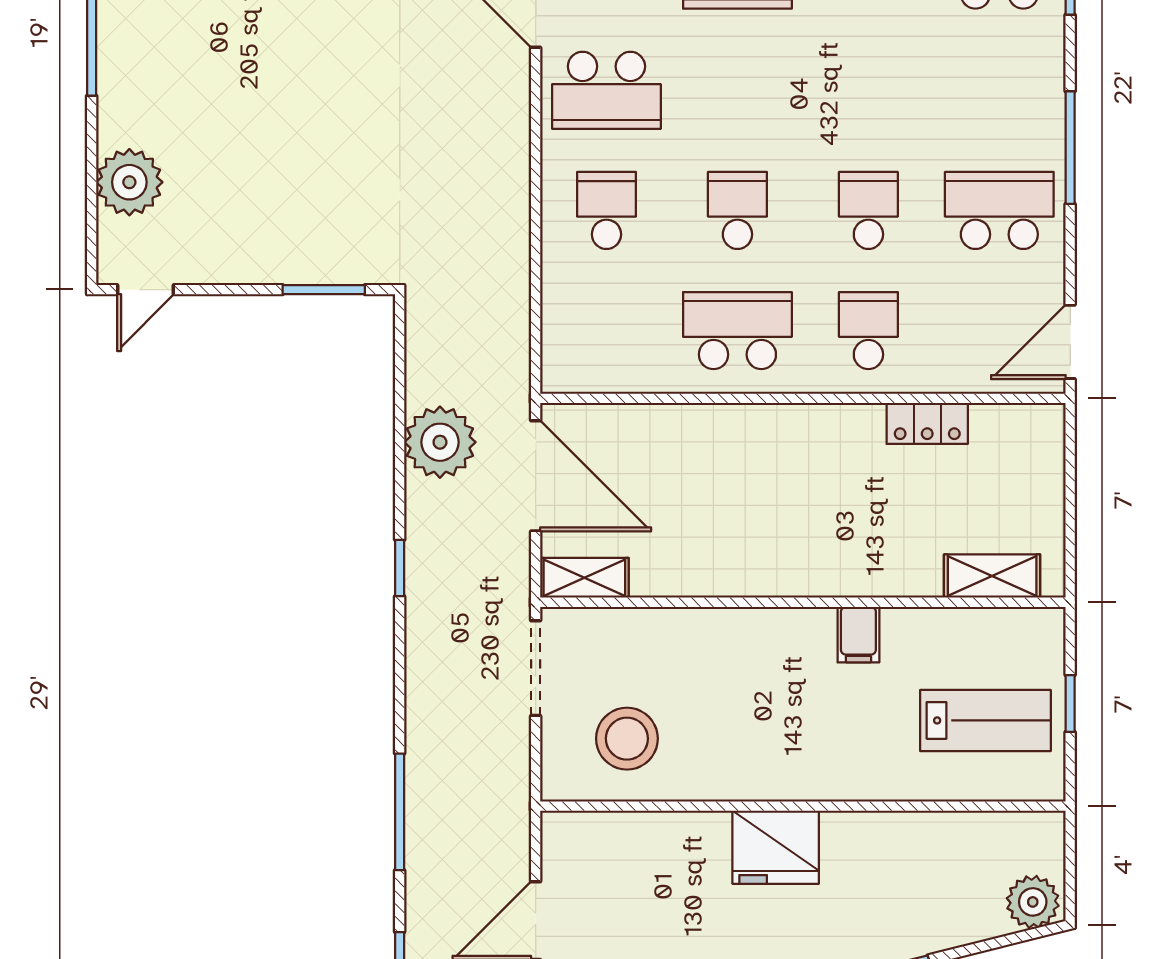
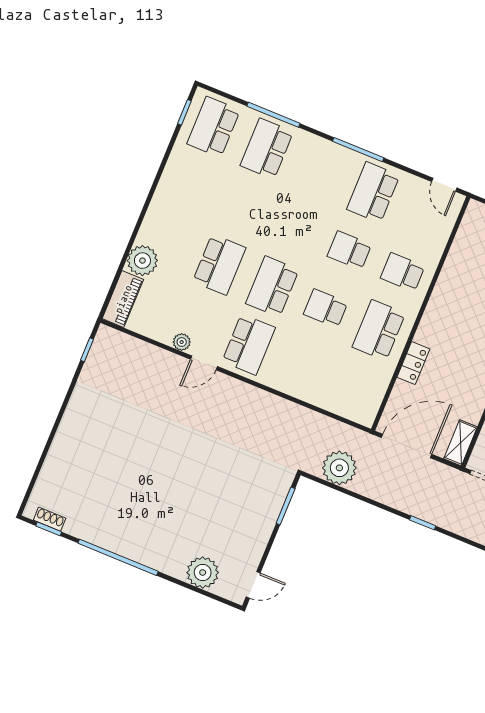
school desk: (606, 210) -> (272, 287), moved, width x1.85
door: (146, 290) -> (253, 585), hinge flipped
door: (1070, 342) -> (444, 185), width x0.73
locker: (927, 423) -> (413, 363), moved
plant: (440, 442) -> (339, 468), moved

